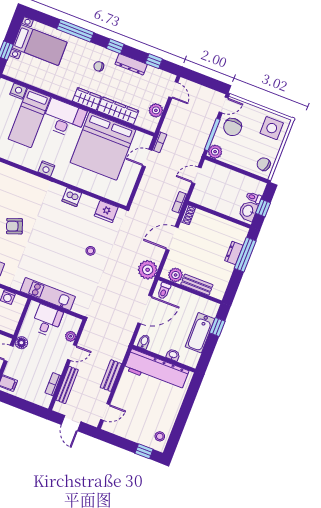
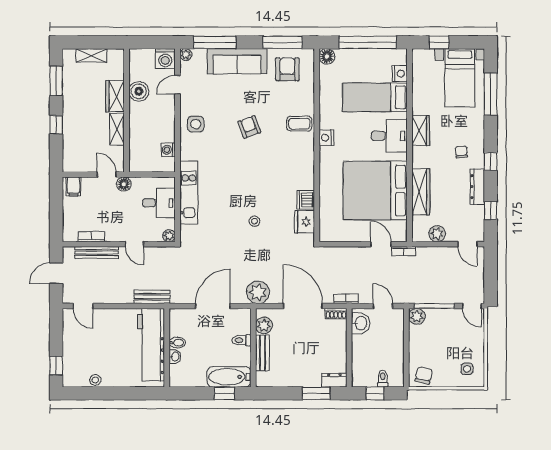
window: (75, 31) -> (491, 94), moved
door: (173, 90) -> (467, 244), hinge flipped
wardrobe: (87, 99) -> (421, 131), moved
desk: (64, 118) -> (389, 136), width x0.73
chair: (233, 127) -> (451, 325), removed
side table: (272, 128) -> (467, 369), width x0.54, depth x0.54
coffee table: (27, 186) -> (299, 124), added
dishwasher: (72, 197) -> (306, 200), moved
washbasin: (248, 211) -> (361, 323), moved, turned 90
door: (172, 238) -> (303, 306), width x1.36
dresser: (234, 253) -> (334, 380), moved
window: (245, 255) -> (316, 393), width x0.69
toilet: (164, 291) -> (242, 340), moved
door: (145, 310) -> (213, 306), swing flipped
bathtub: (200, 333) -> (229, 377), moved
plant: (71, 336) -> (169, 236), moved
bidet: (144, 342) -> (177, 343), moved
bench: (111, 376) -> (152, 297), moved
stool: (160, 436) -> (95, 380), moved

